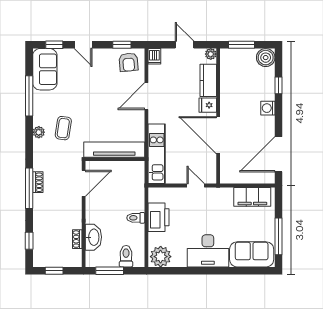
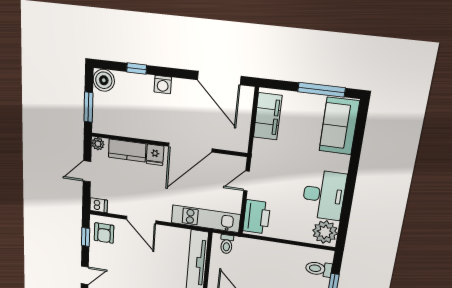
armchair: (129, 62) -> (104, 233), turned 95
printer: (159, 217) -> (257, 217), moved, turned 90
toilet: (136, 218) -> (227, 244), moved
desk: (208, 251) -> (324, 195), moved

